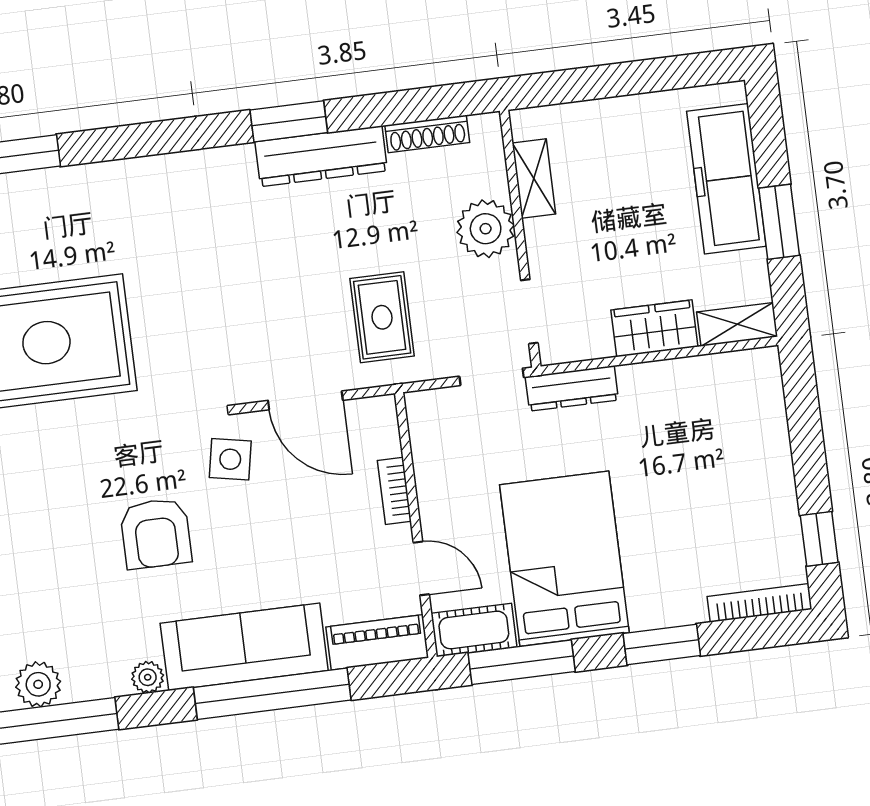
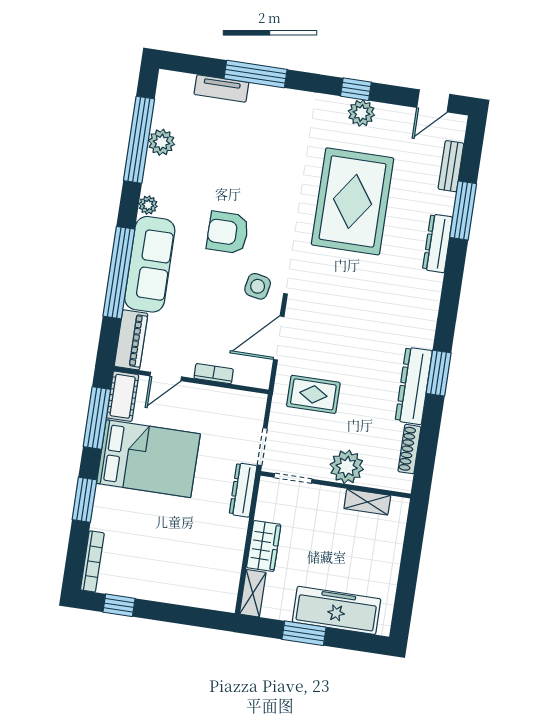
dresser: (76, 183) -> (438, 243), added

